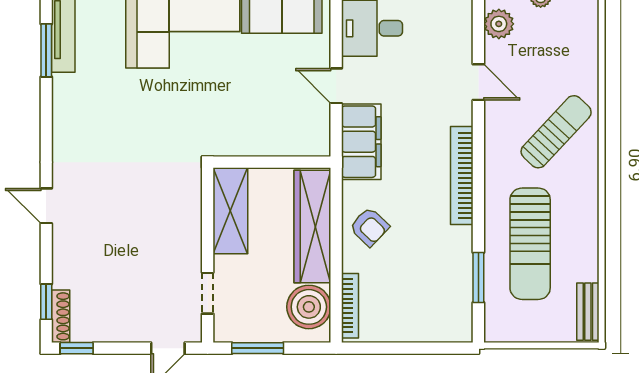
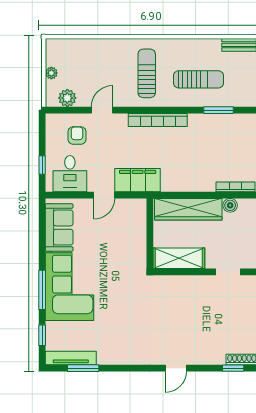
sun lounger: (556, 132) -> (147, 73), moved, turned 47
armchair: (369, 227) -> (77, 135), moved, turned -44
sun lounger: (530, 244) -> (198, 79), width x0.73, depth x0.75
boiler: (309, 307) -> (230, 205), width x0.54, depth x0.54

